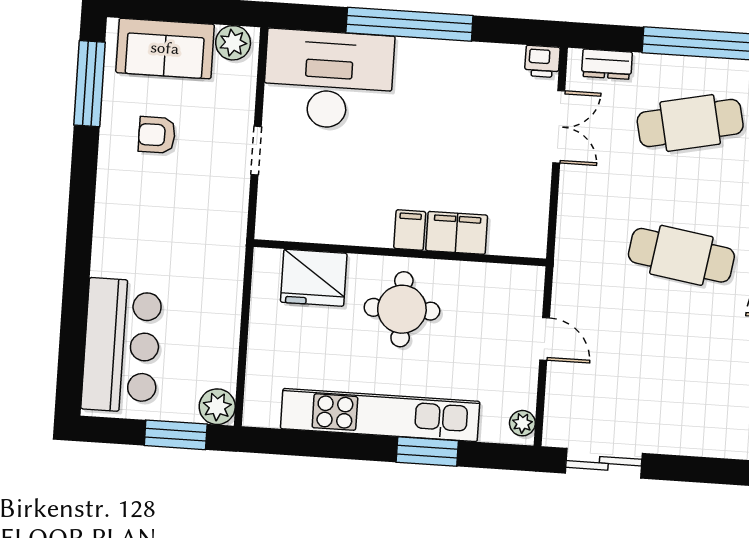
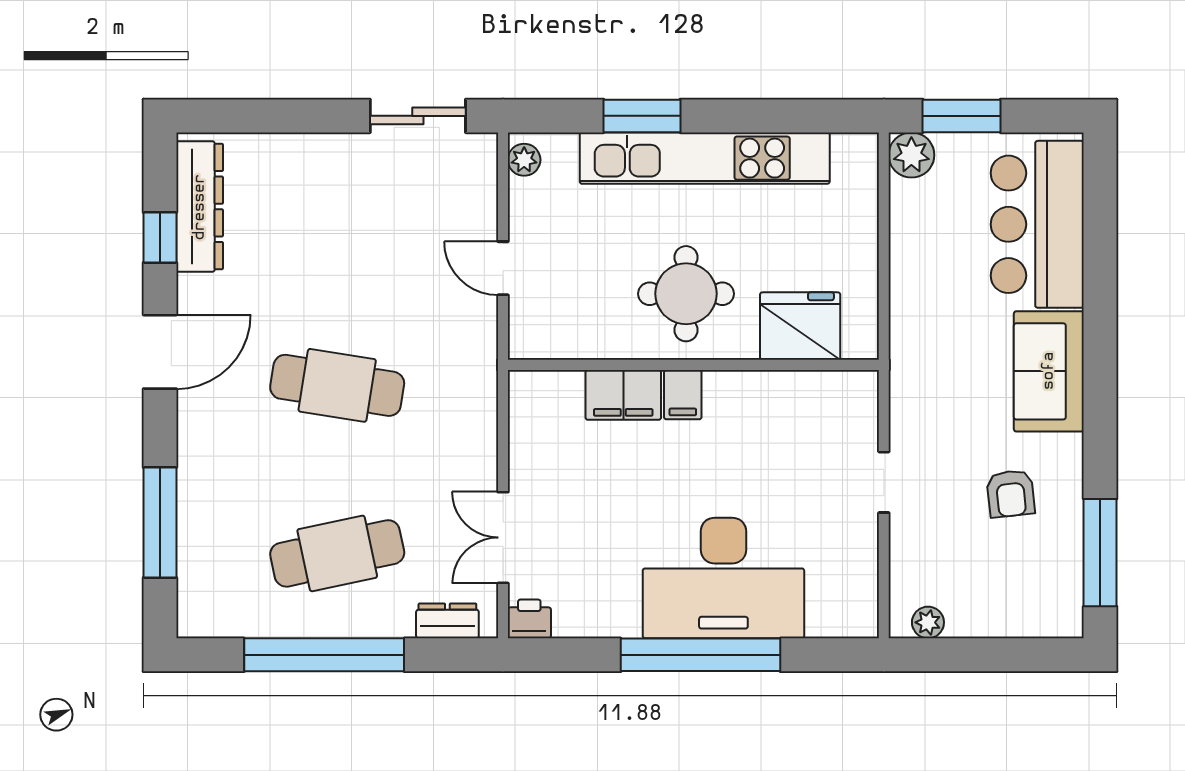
plant: (233, 43) -> (928, 622), width x0.73, depth x0.73
sofa: (165, 48) -> (1049, 371), moved, turned -90
desk: (328, 80) -> (723, 578), moved
armchair: (157, 135) -> (1011, 494), turned 84

